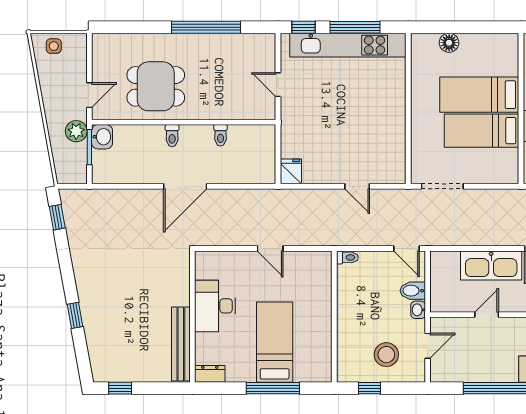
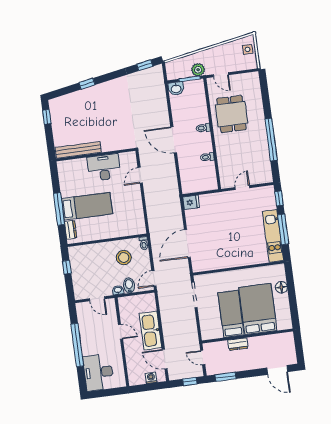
kitchen unit: (348, 45) -> (273, 236), width x0.73
bed: (479, 95) -> (258, 309), width x1.50
washbasin: (102, 137) -> (176, 89), moved
door: (357, 186) -> (187, 243), width x1.88
door: (270, 249) -> (140, 175), moved
stool: (386, 355) -> (124, 258), moved
dresser: (210, 374) -> (71, 230), moved

